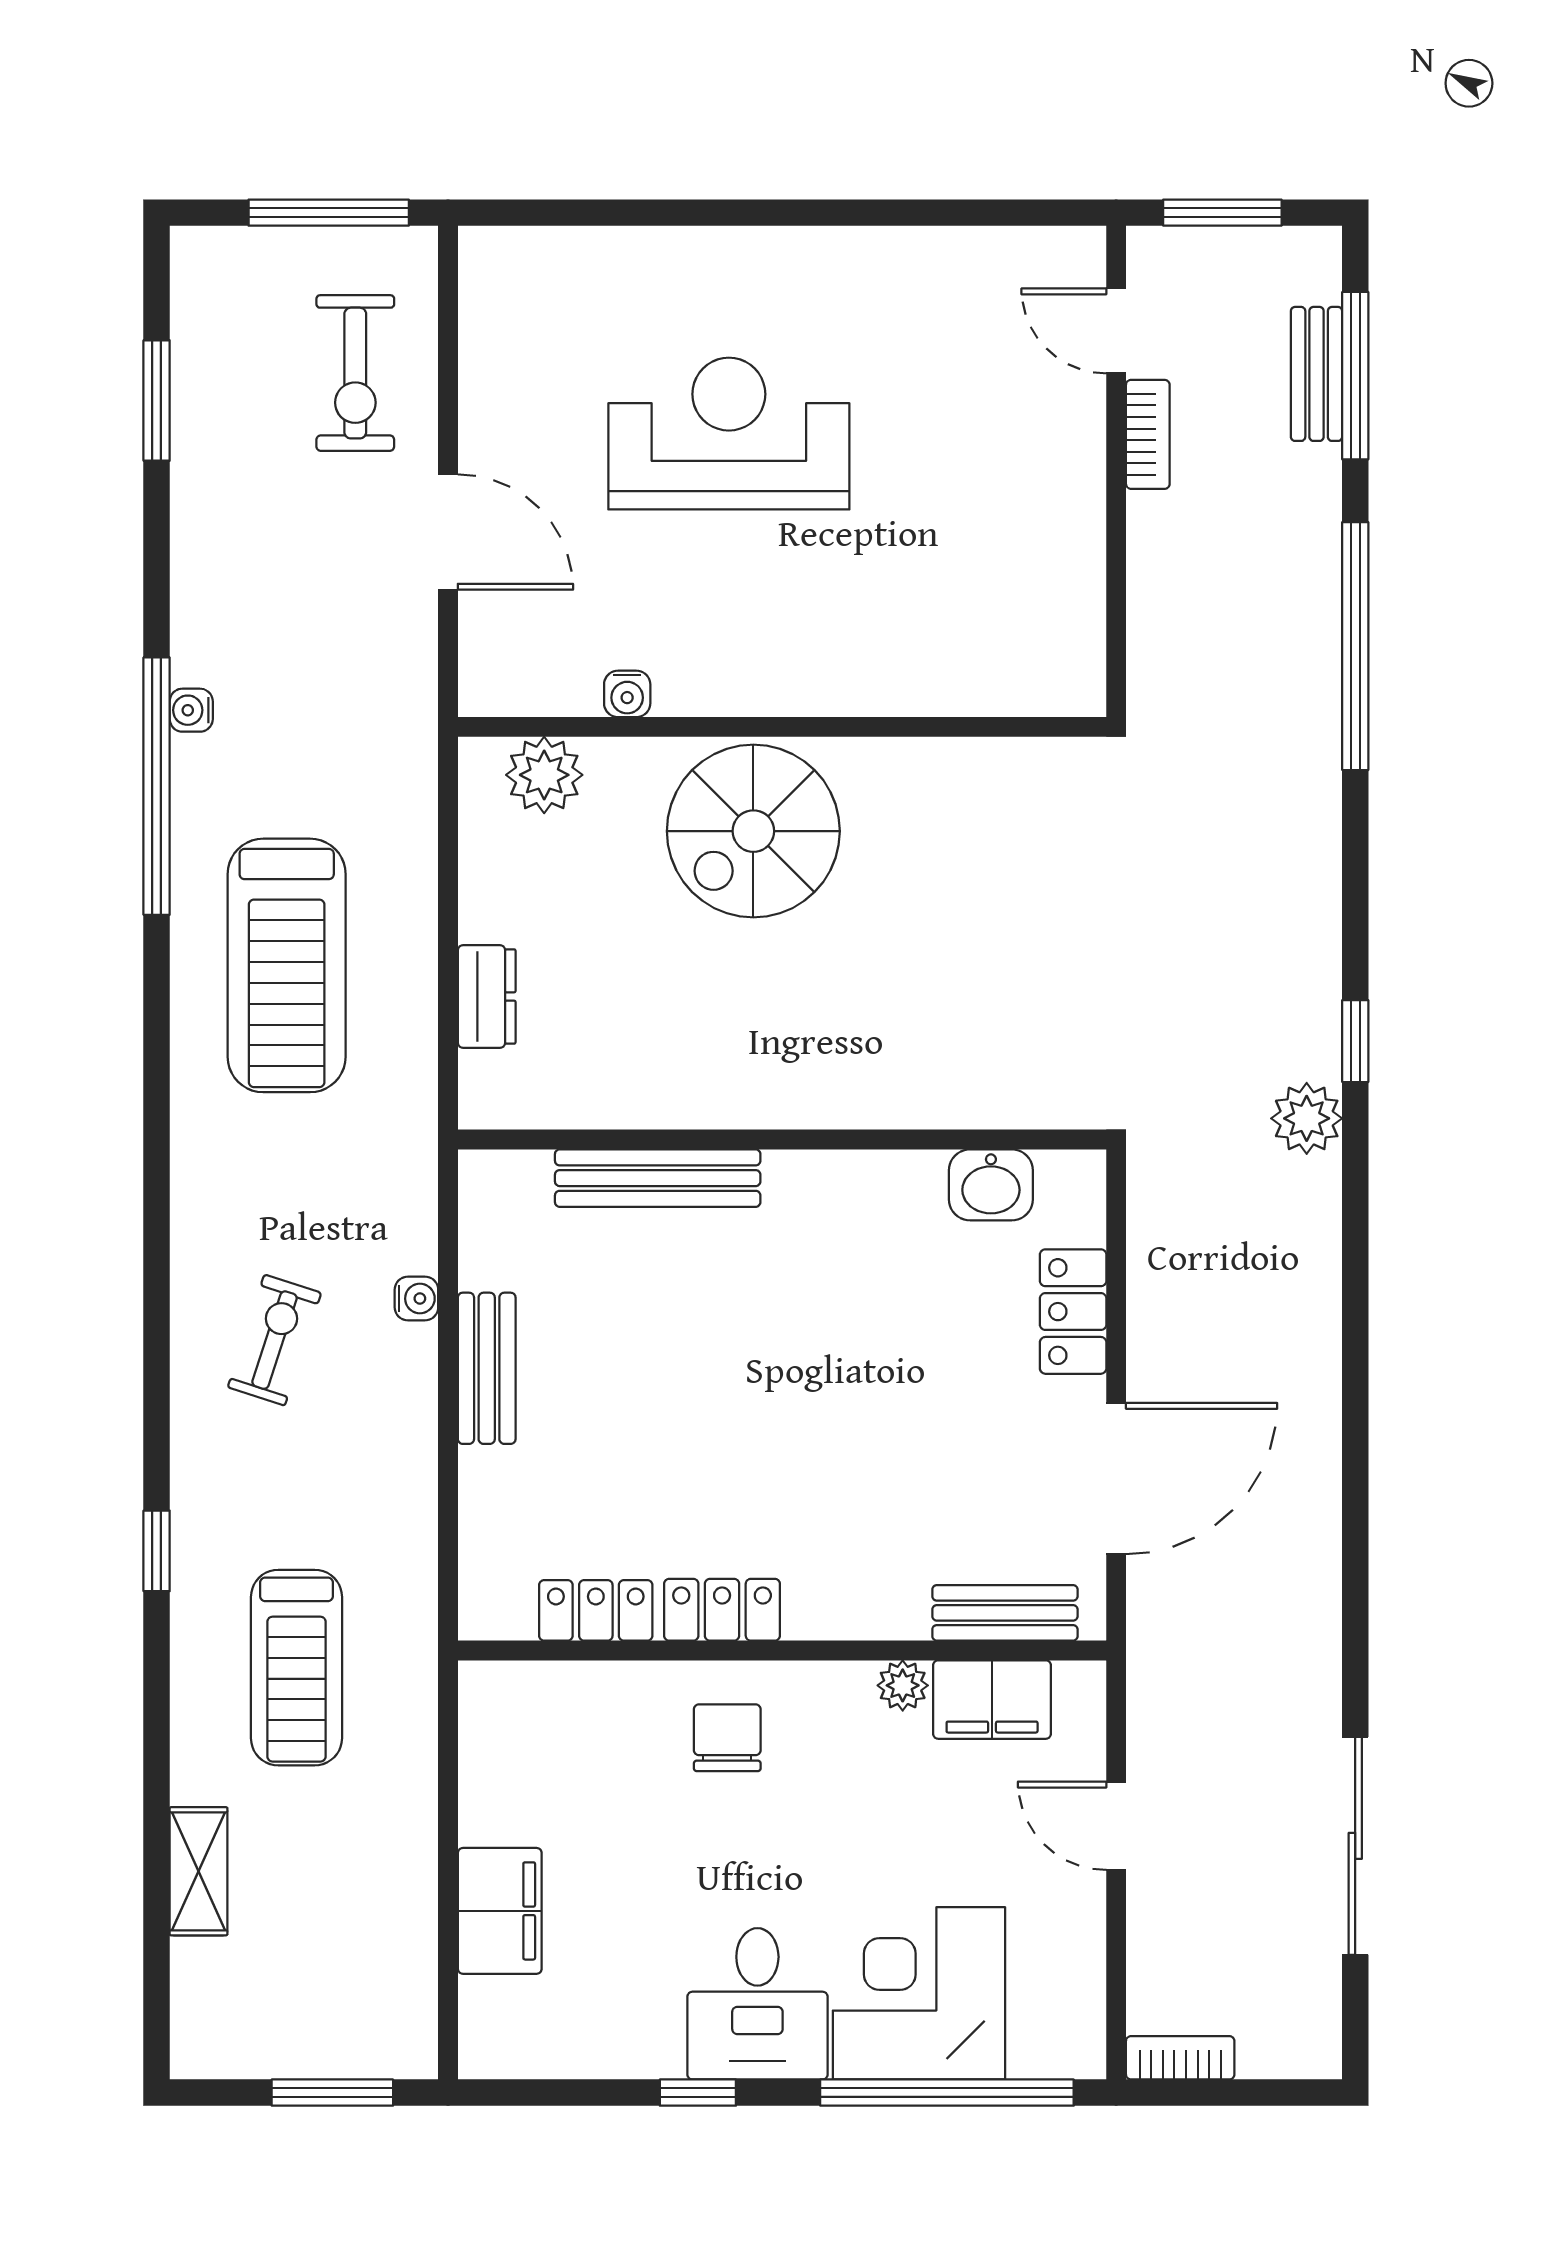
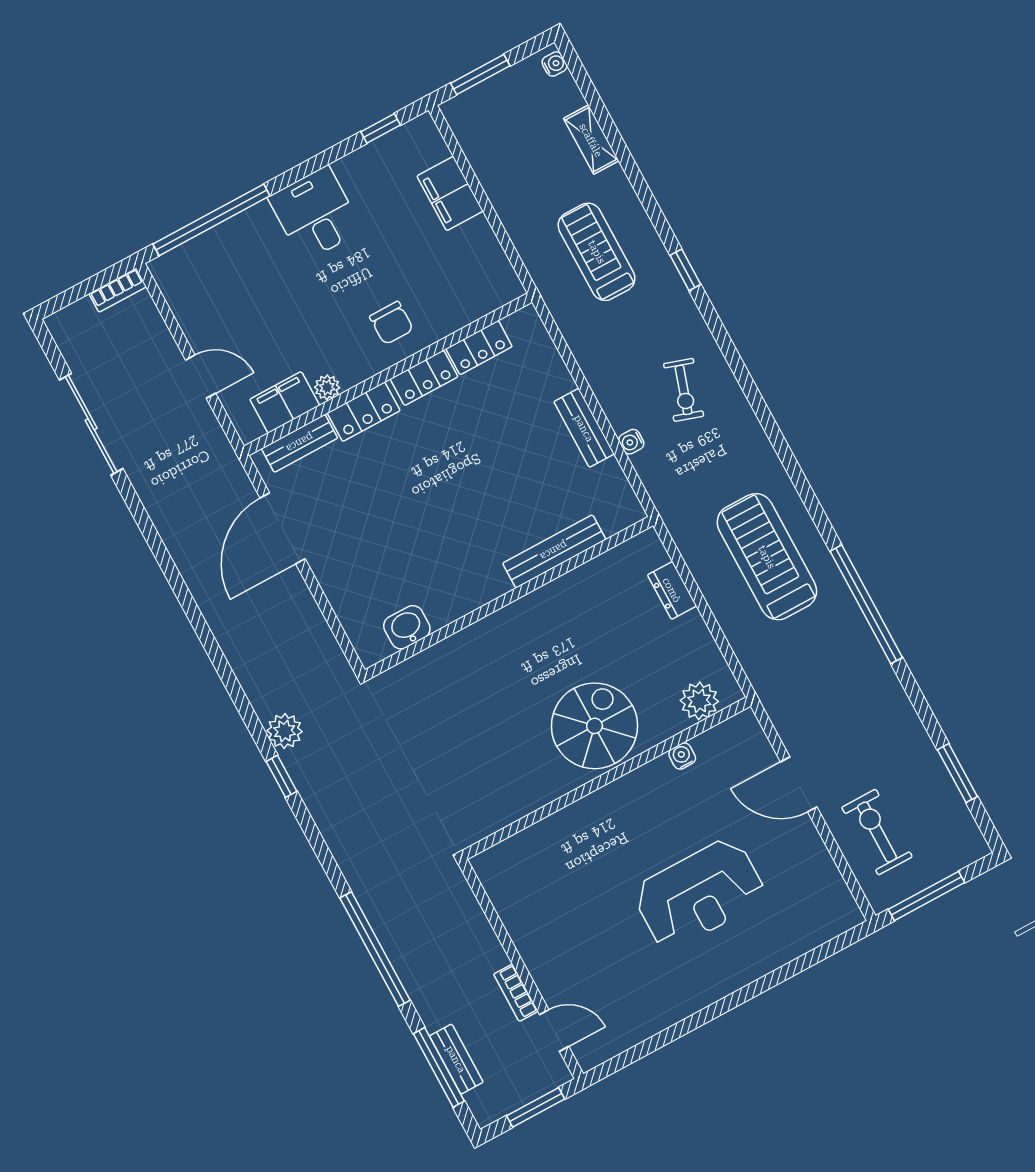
water cooler: (191, 710) -> (554, 64), moved
locker: (1073, 1312) -> (364, 412), moved, turned 90
corner desk: (919, 1993) -> (247, 257), removed
window: (698, 2093) -> (381, 128), moved

